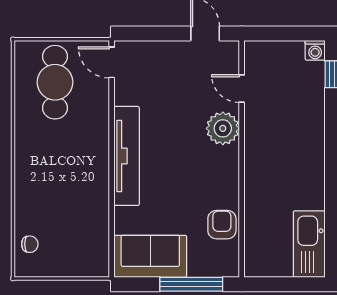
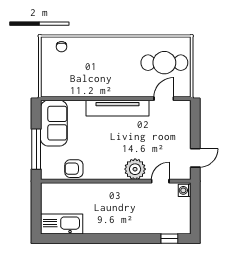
washing machine: (315, 50) -> (185, 190), moved
door: (112, 62) -> (164, 99), moved
armchair: (222, 225) -> (74, 169), turned 180

